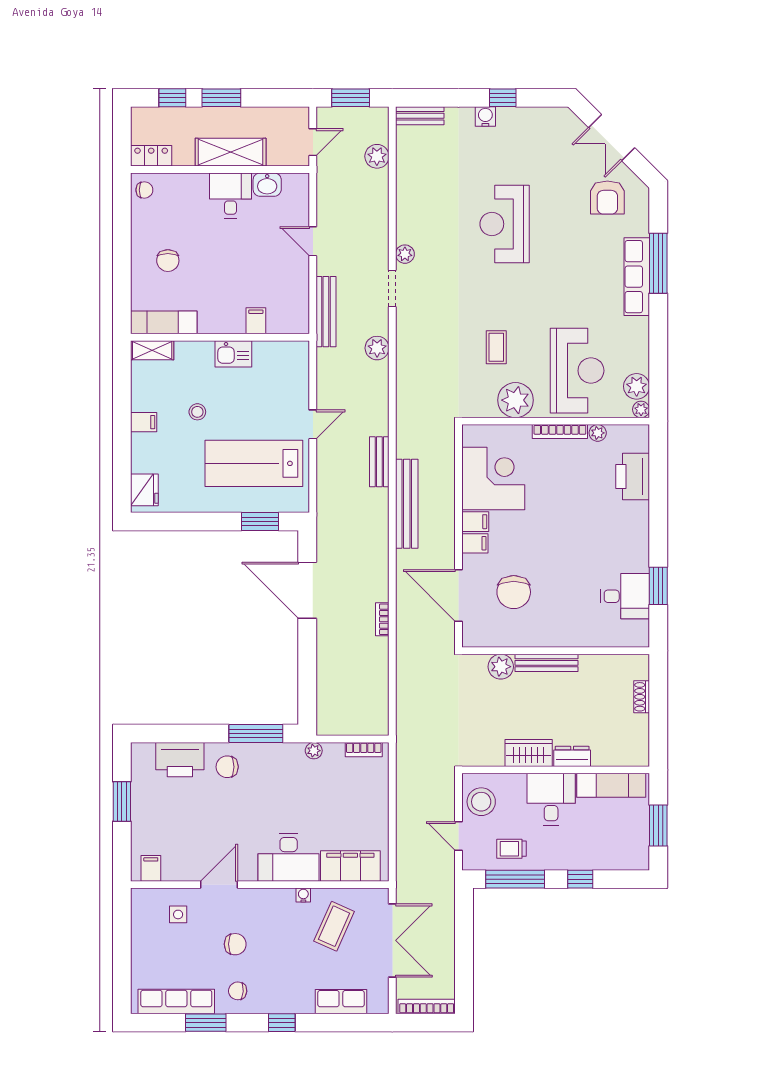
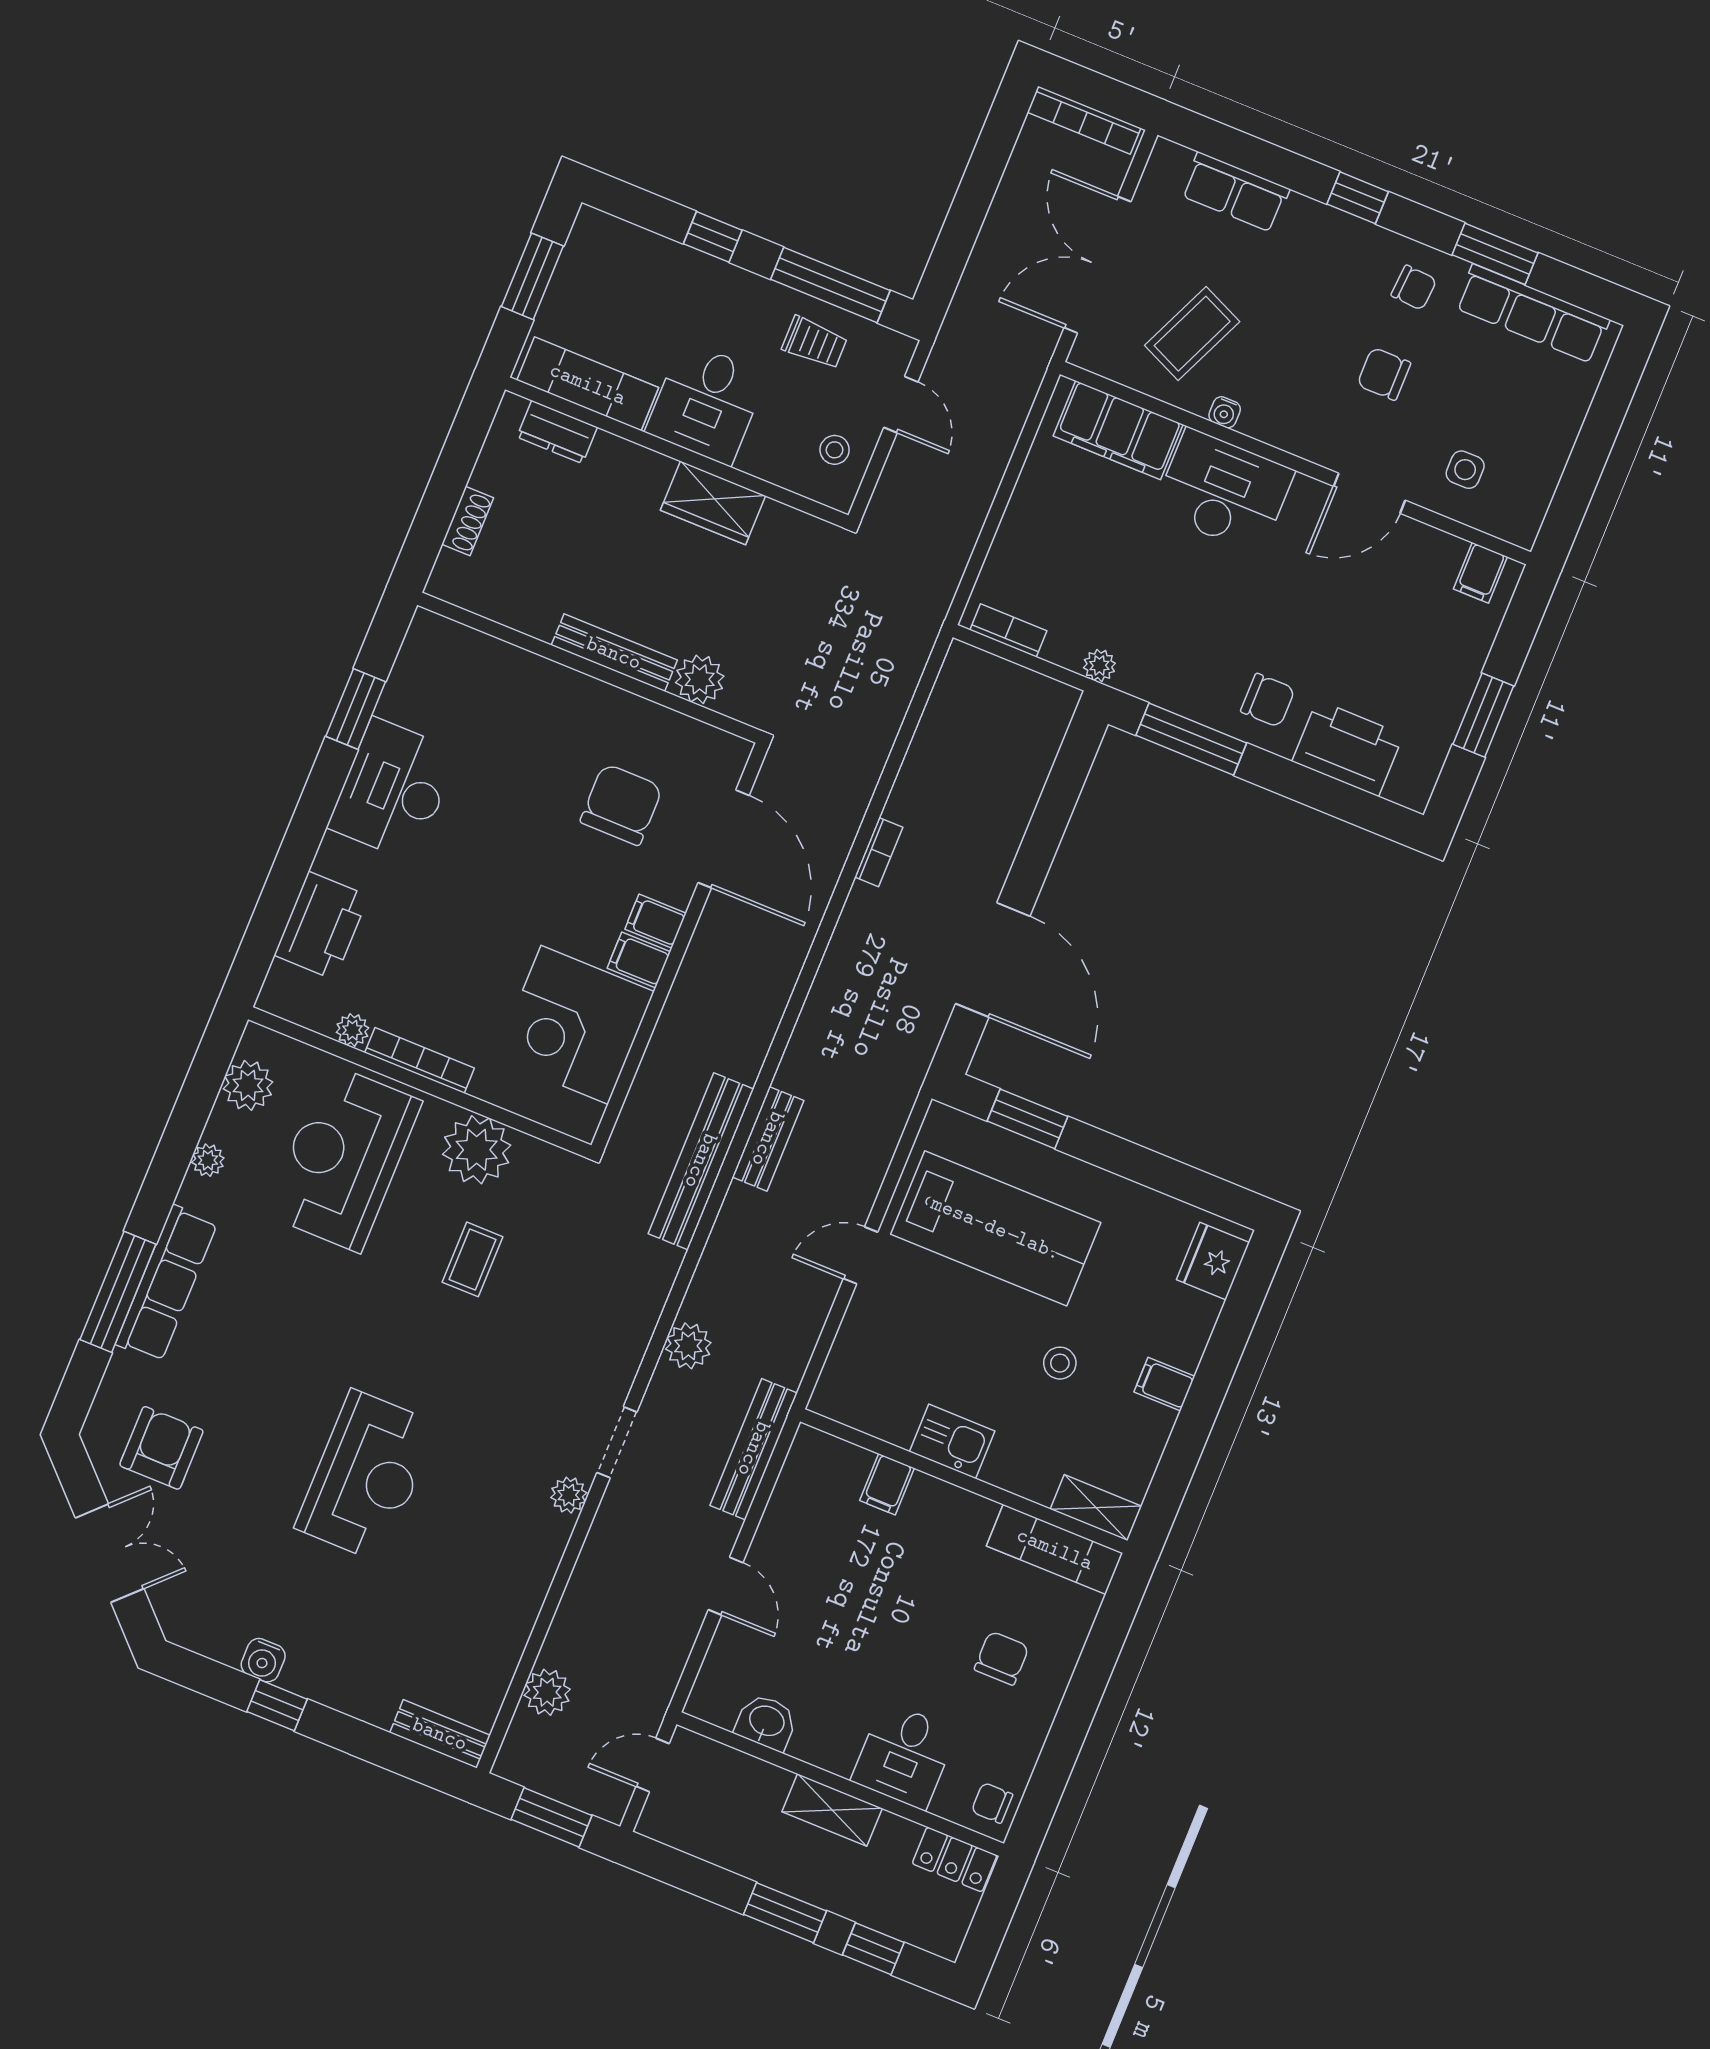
water cooler: (485, 117) -> (263, 1660), moved
shelving: (231, 152) -> (832, 1810), width x0.67, depth x0.75
desk: (230, 195) -> (904, 1756), moved
plant: (641, 409) -> (208, 1160), moved
bench: (407, 504) -> (701, 1161), moved
desk: (625, 596) -> (393, 790), moved, width x1.37
dresser: (572, 756) -> (557, 432), moved
stool: (481, 802) -> (835, 450), width x0.53, depth x0.53

